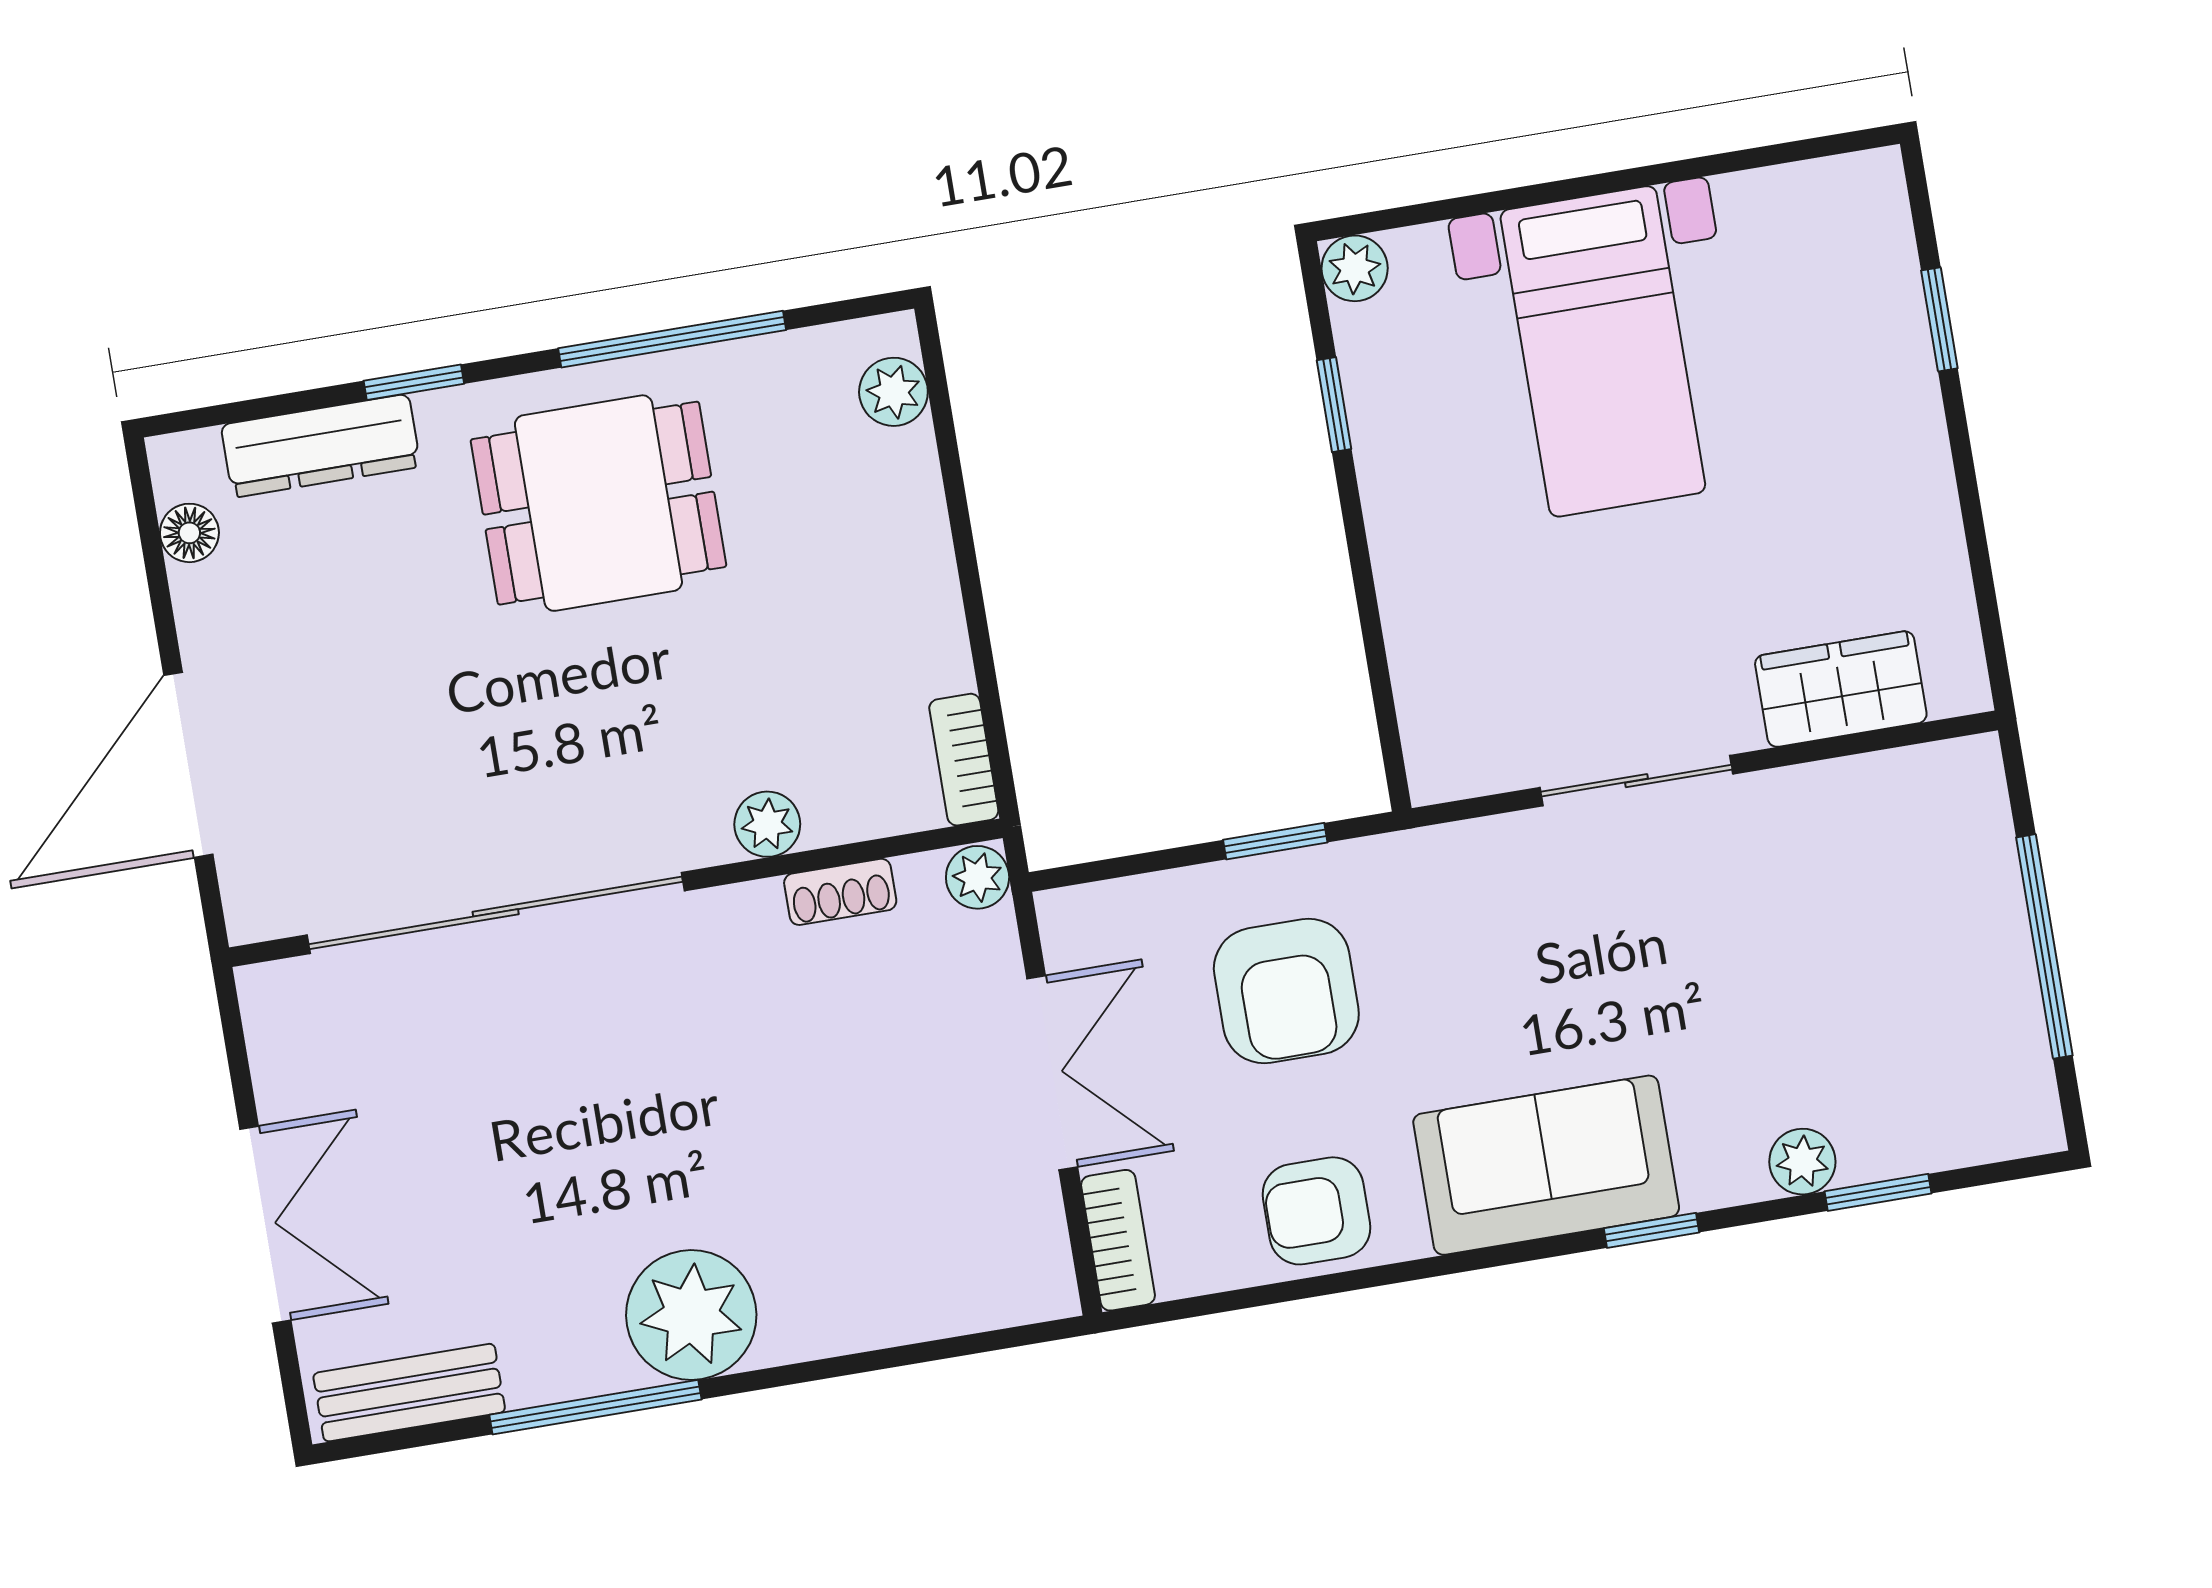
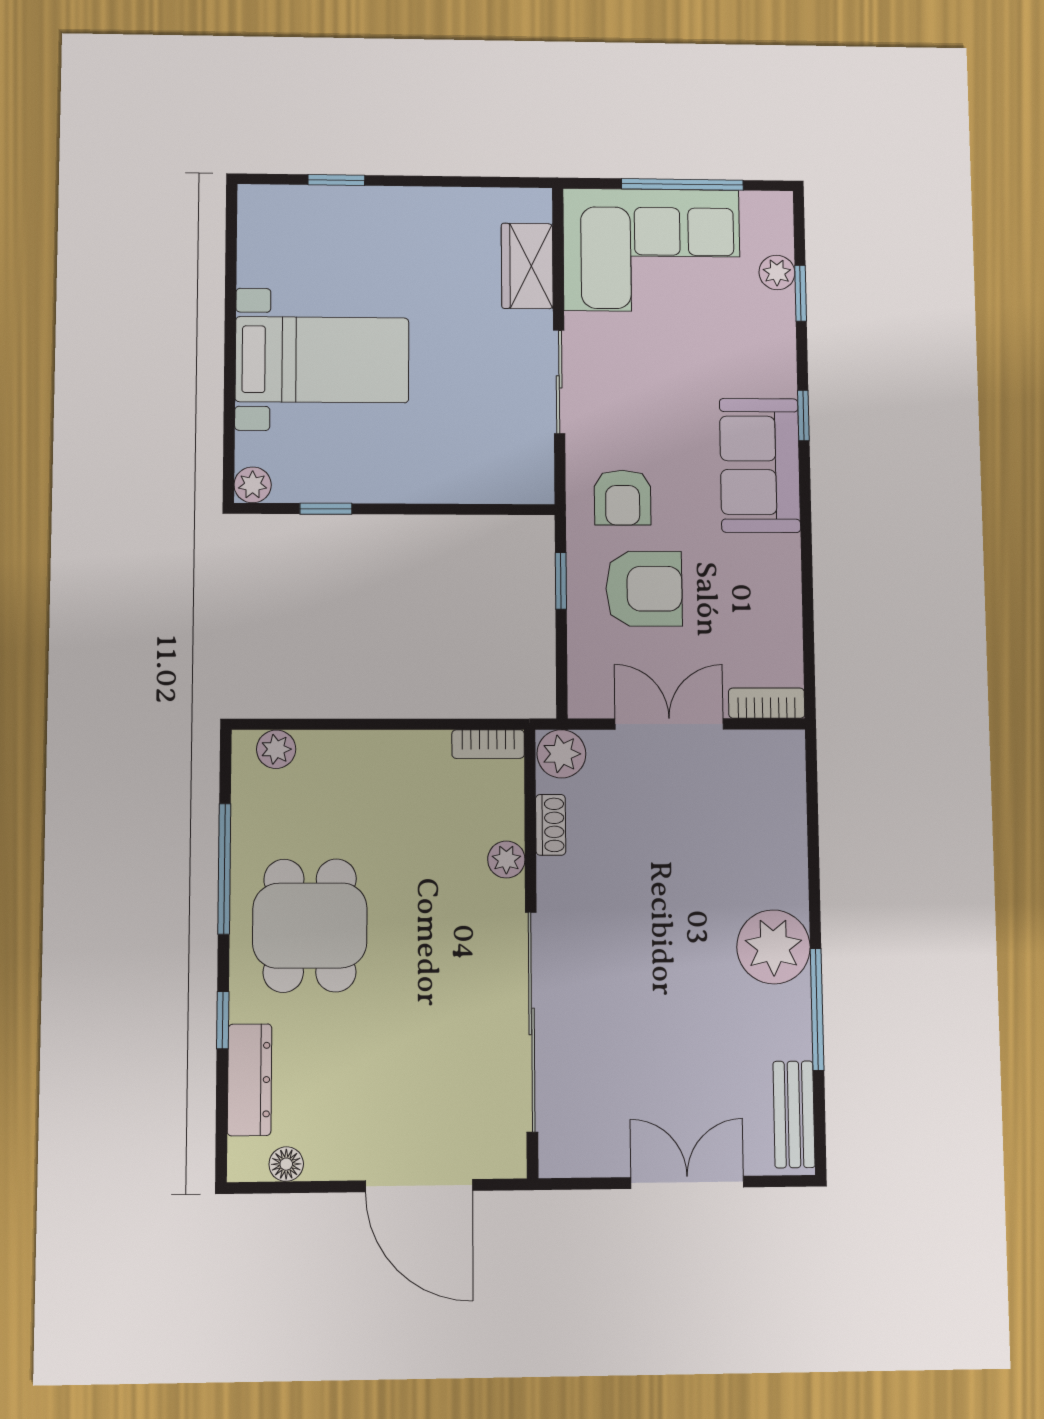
plant: (978, 877) -> (561, 754), width x1.38, depth x1.38
corner sofa: (1911, 910) -> (652, 250), added
plant: (1802, 1162) -> (777, 273), moved
armchair: (1317, 1211) -> (623, 498), moved

